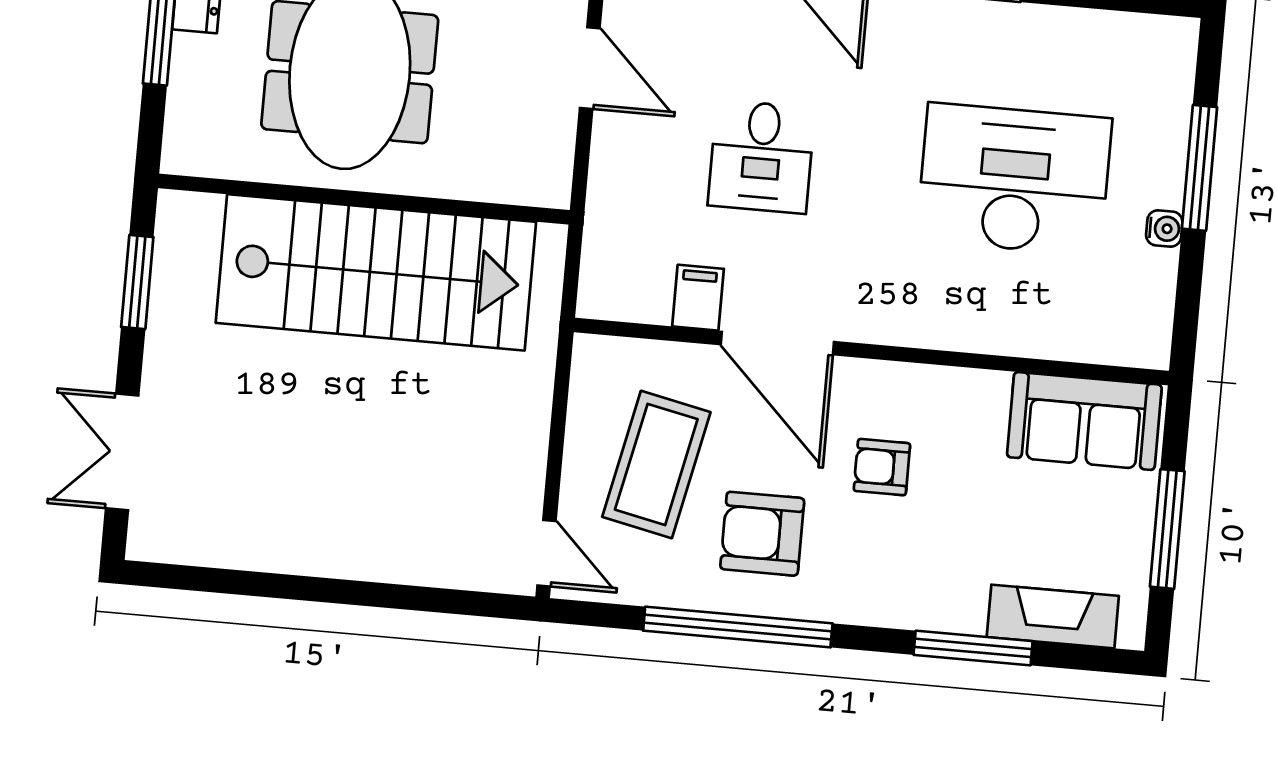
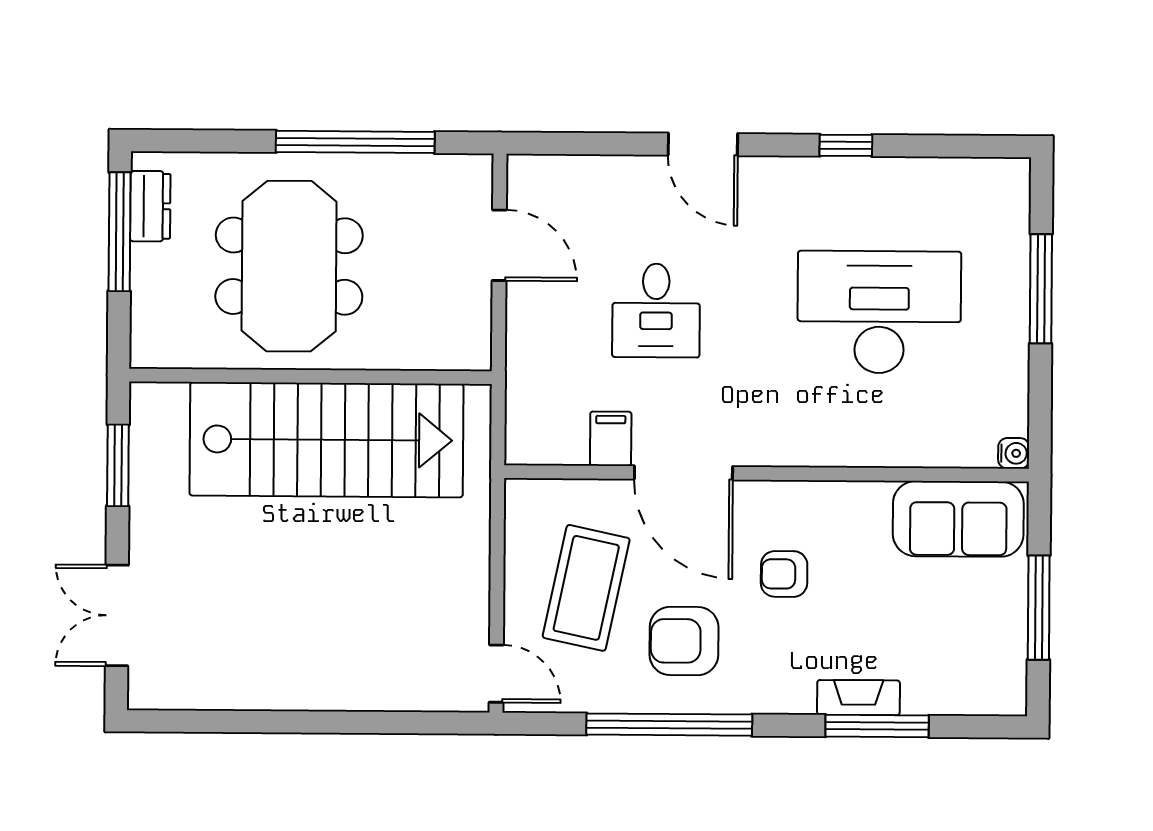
water cooler: (1164, 229) -> (1014, 453), moved
fireplace: (1053, 616) -> (859, 698), moved, width x0.73, depth x0.76

